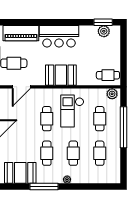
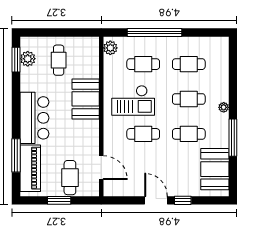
window: (31, 22) -> (16, 155), added
booth: (61, 75) -> (86, 99), moved
cafe table: (108, 75) -> (59, 60), moved

